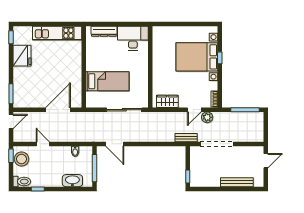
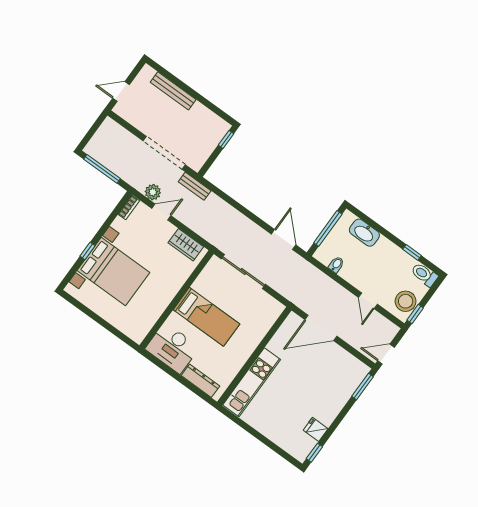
kitchen unit: (57, 33) -> (252, 382), moved, turned 90
fridge: (22, 56) -> (316, 429), width x0.53, depth x0.75
bed: (107, 81) -> (206, 317), moved, turned 180

